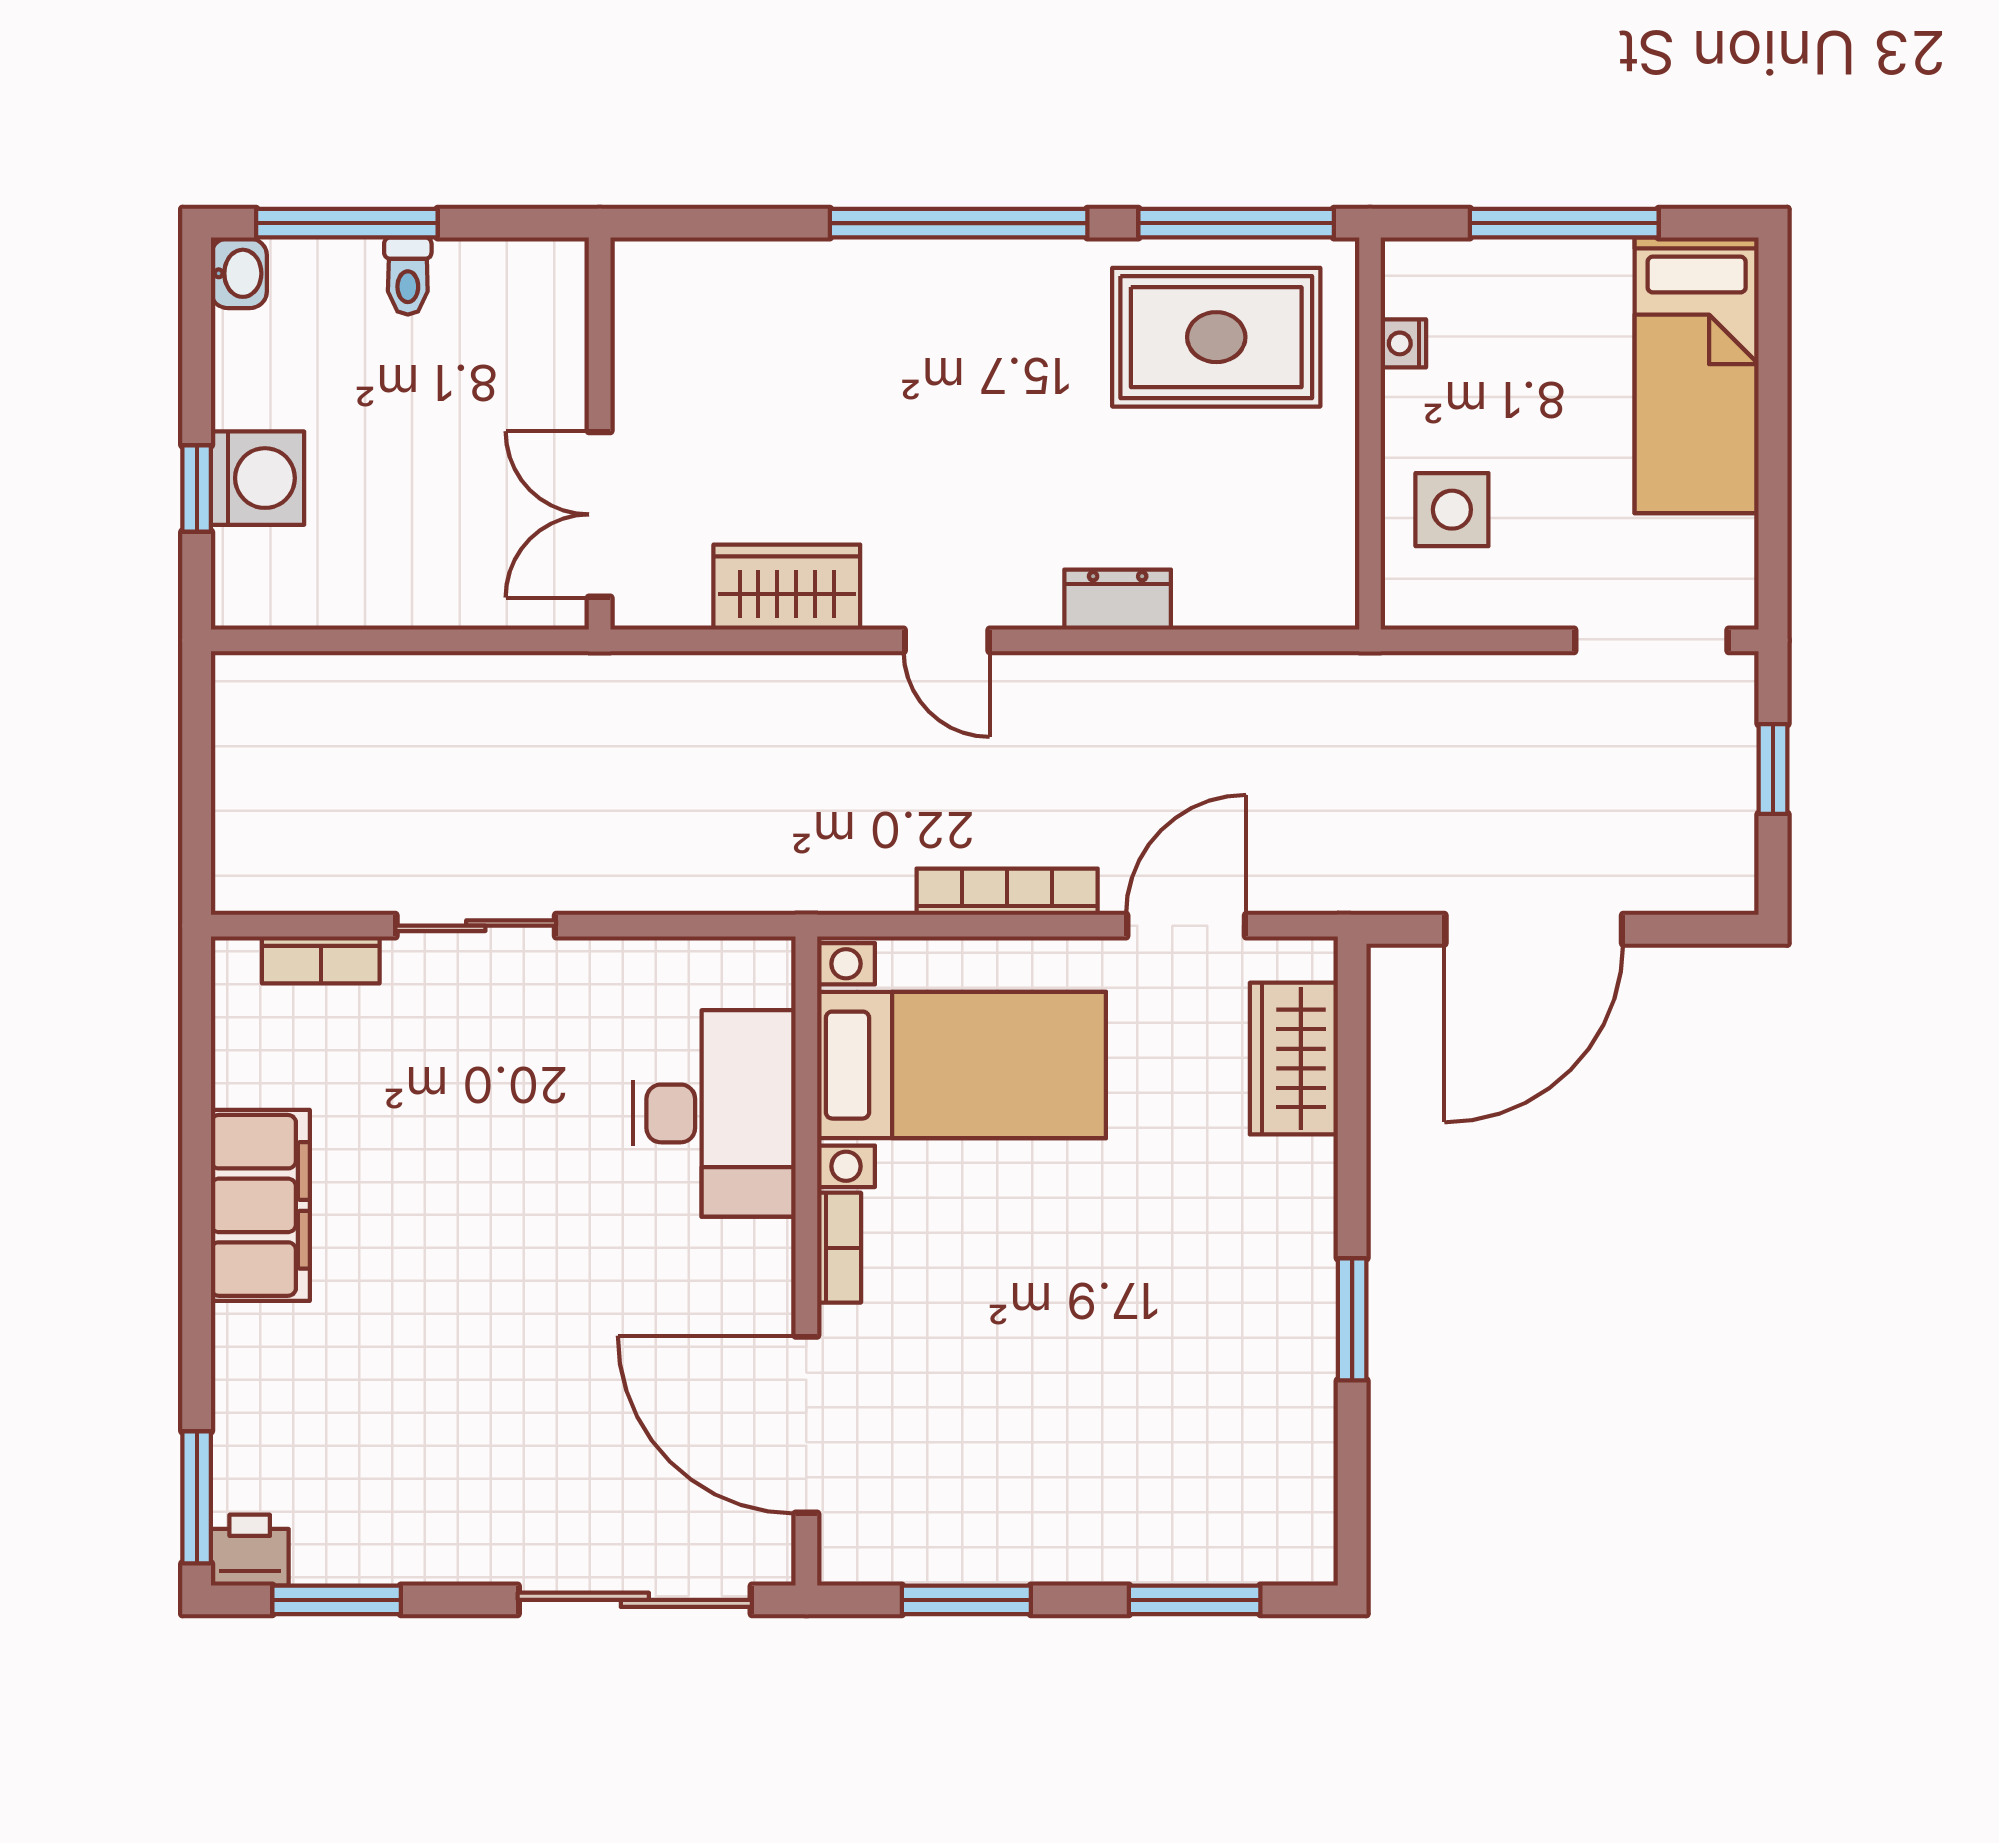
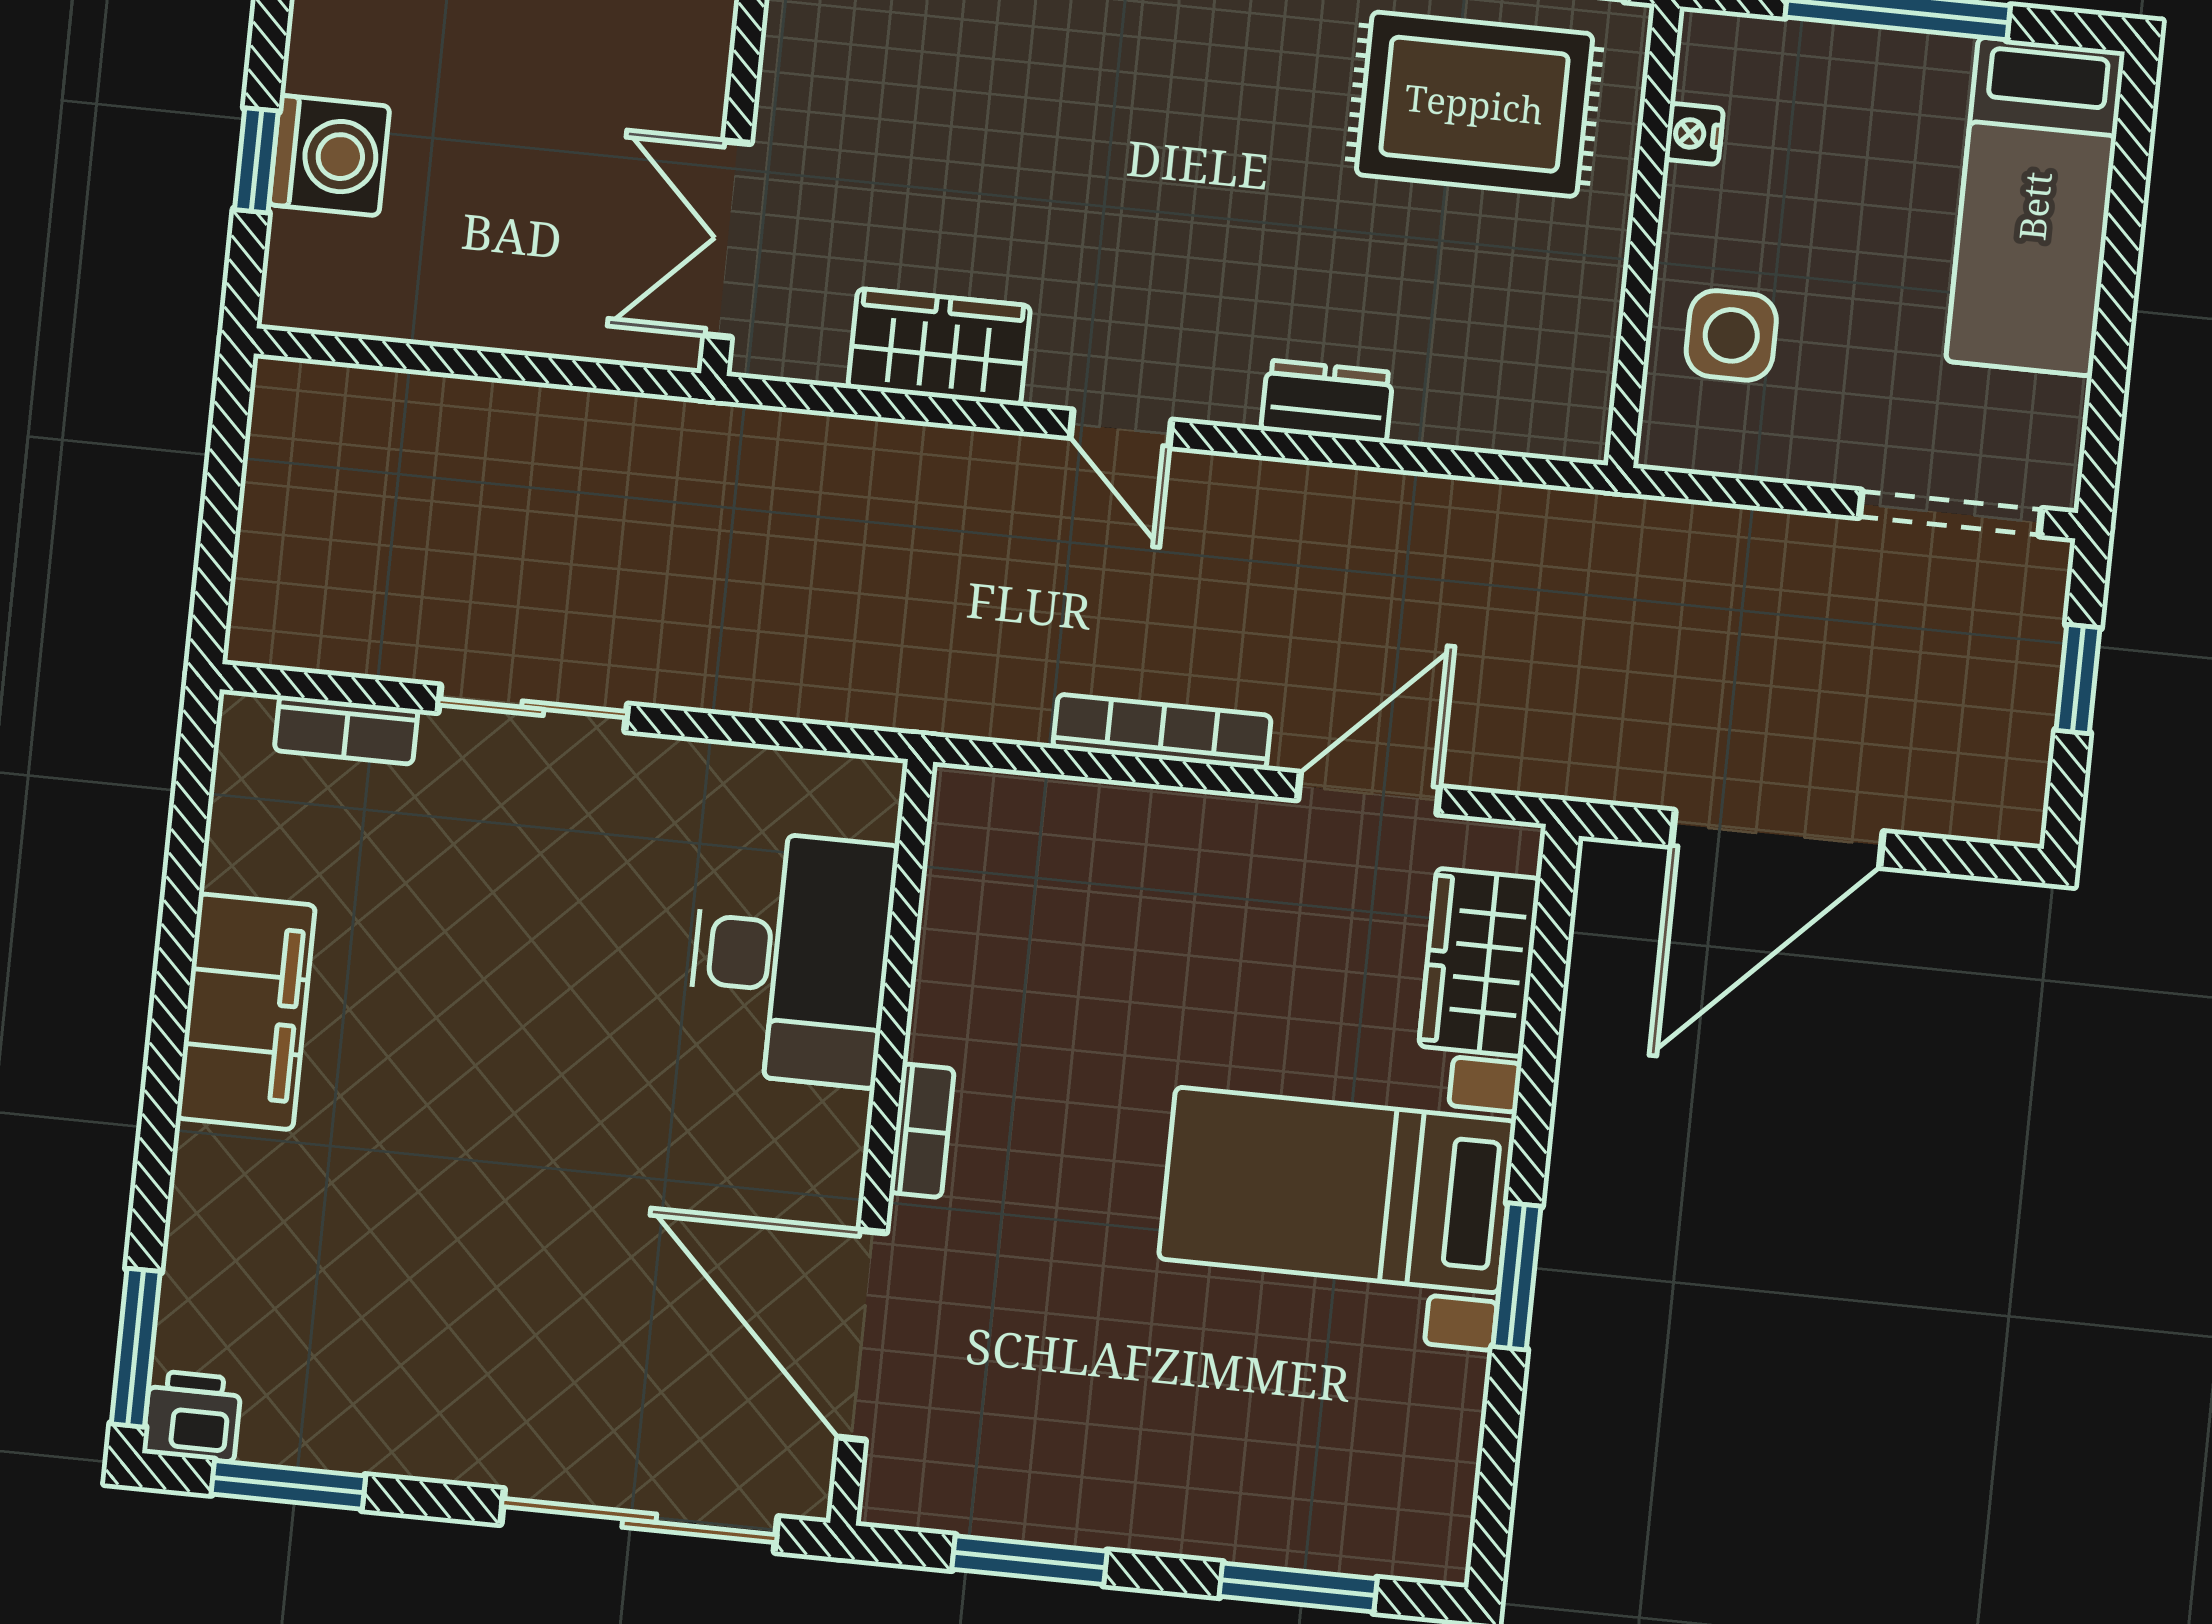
bed with nightstands: (962, 1065) -> (1337, 1190), moved, turned 180

